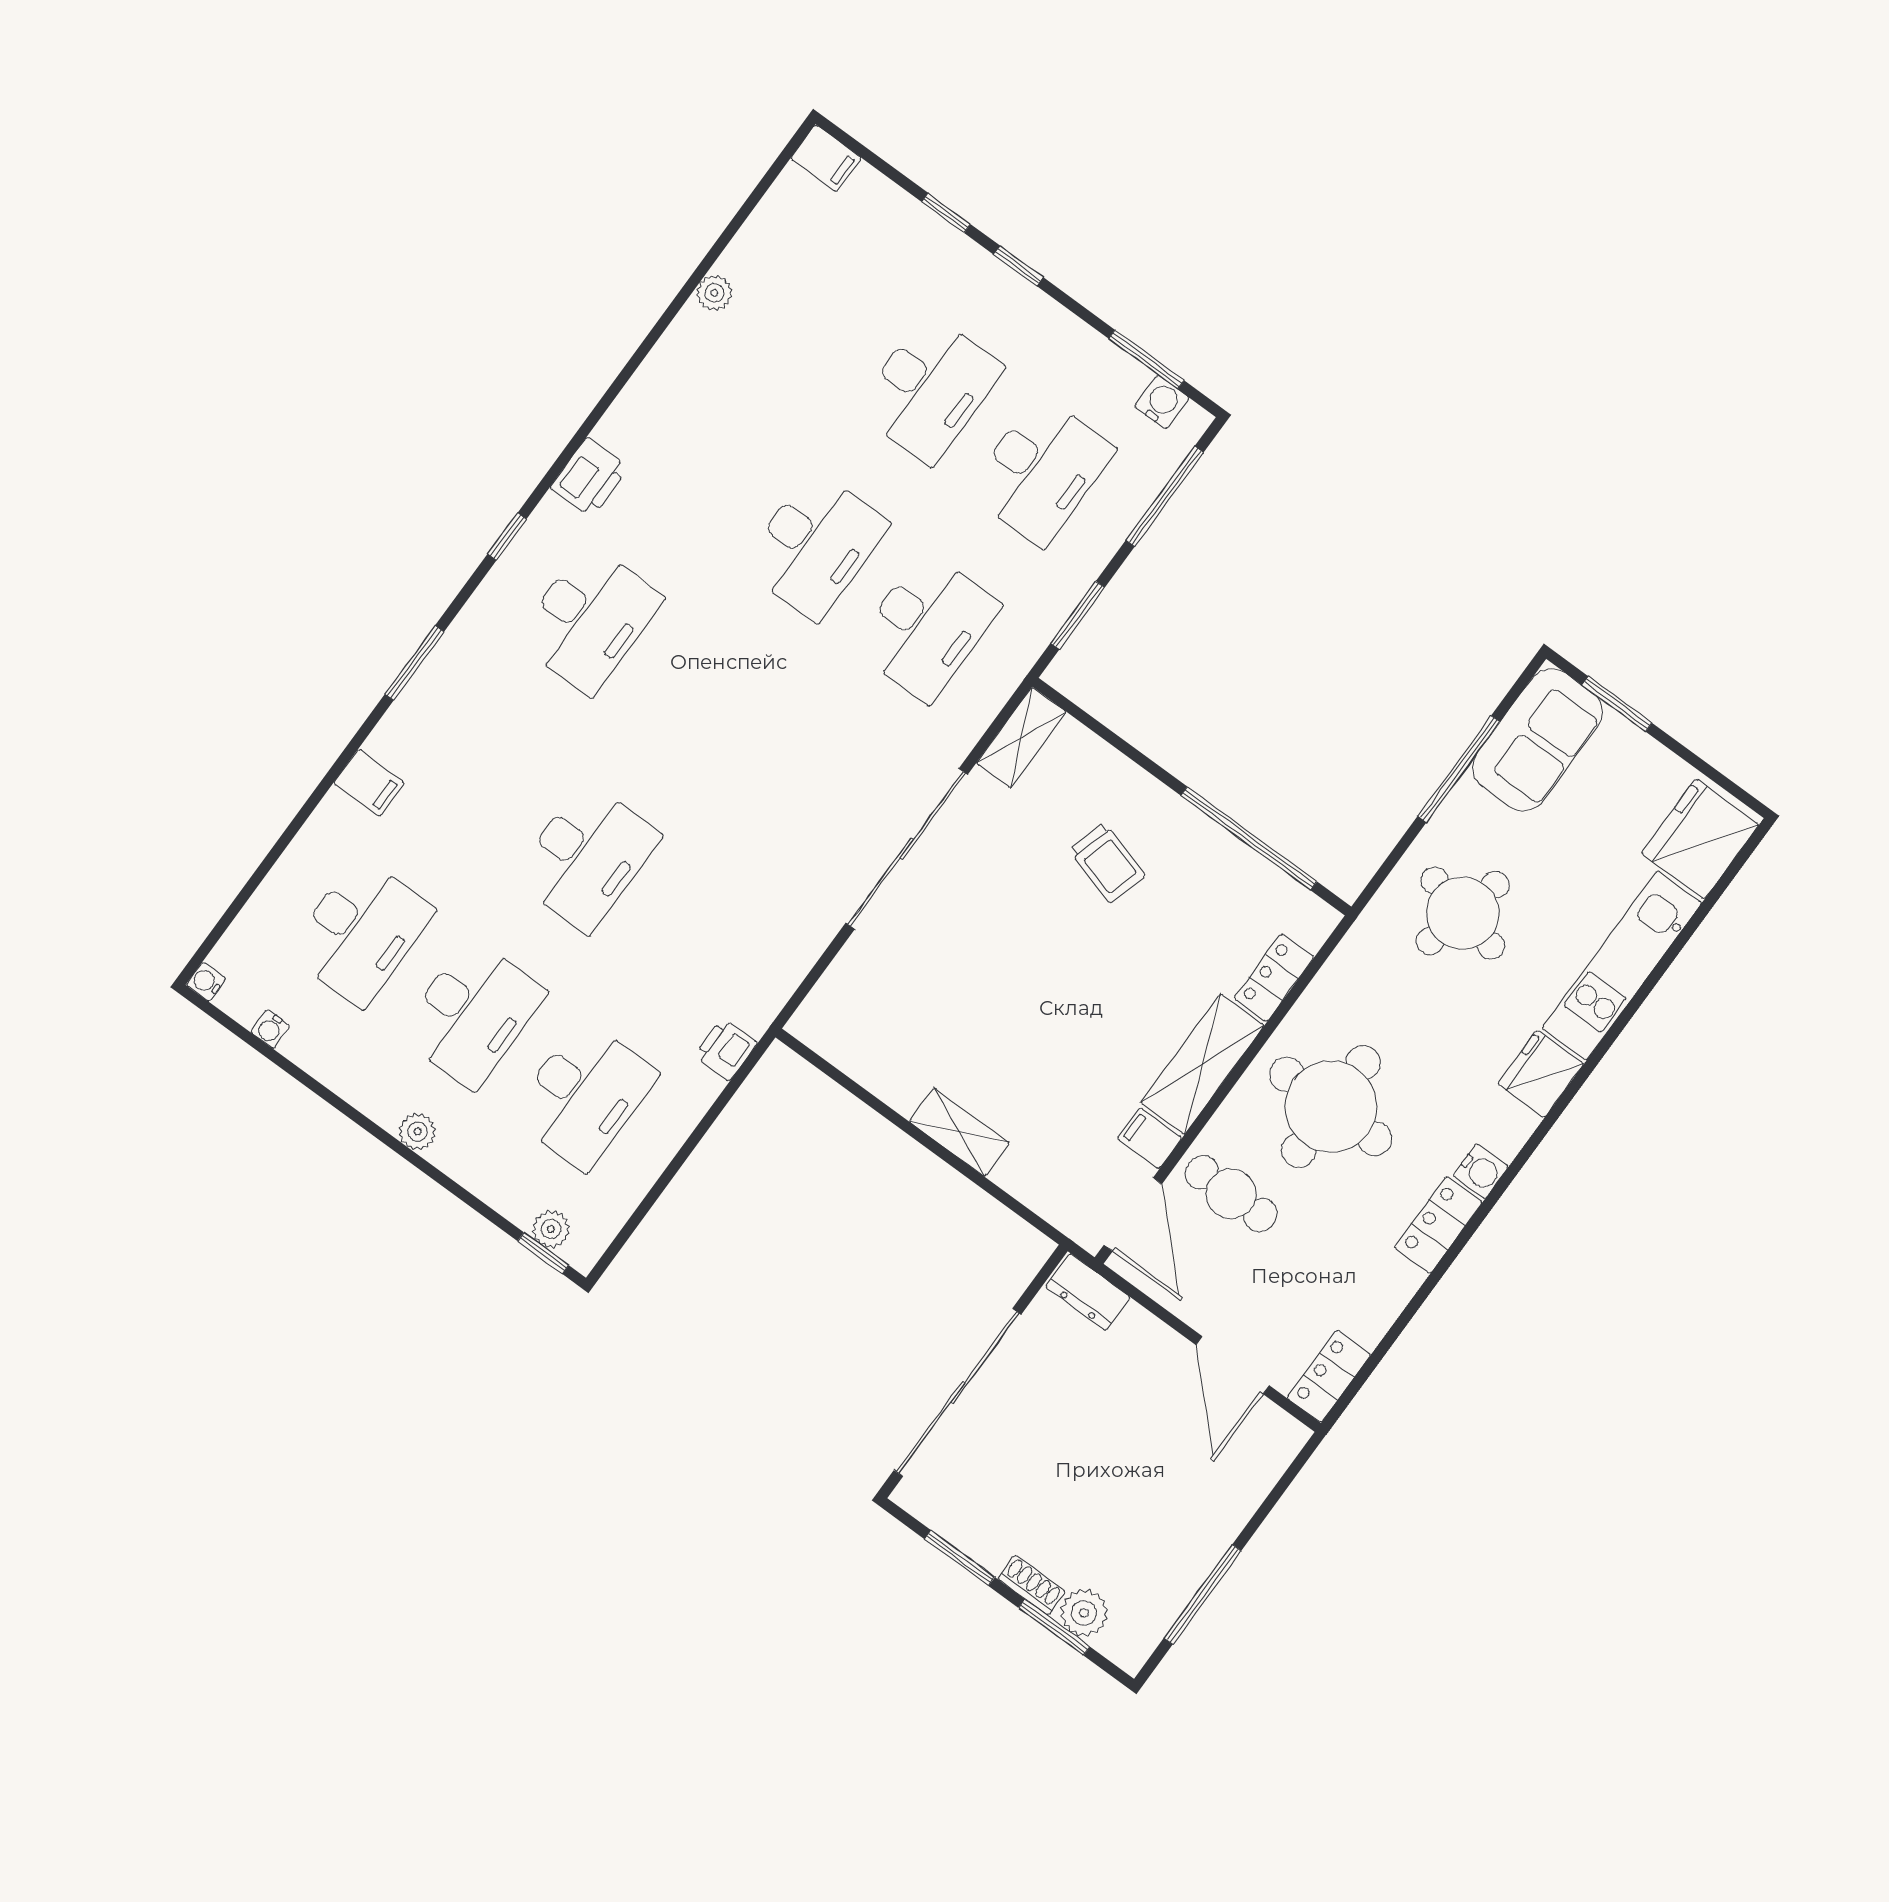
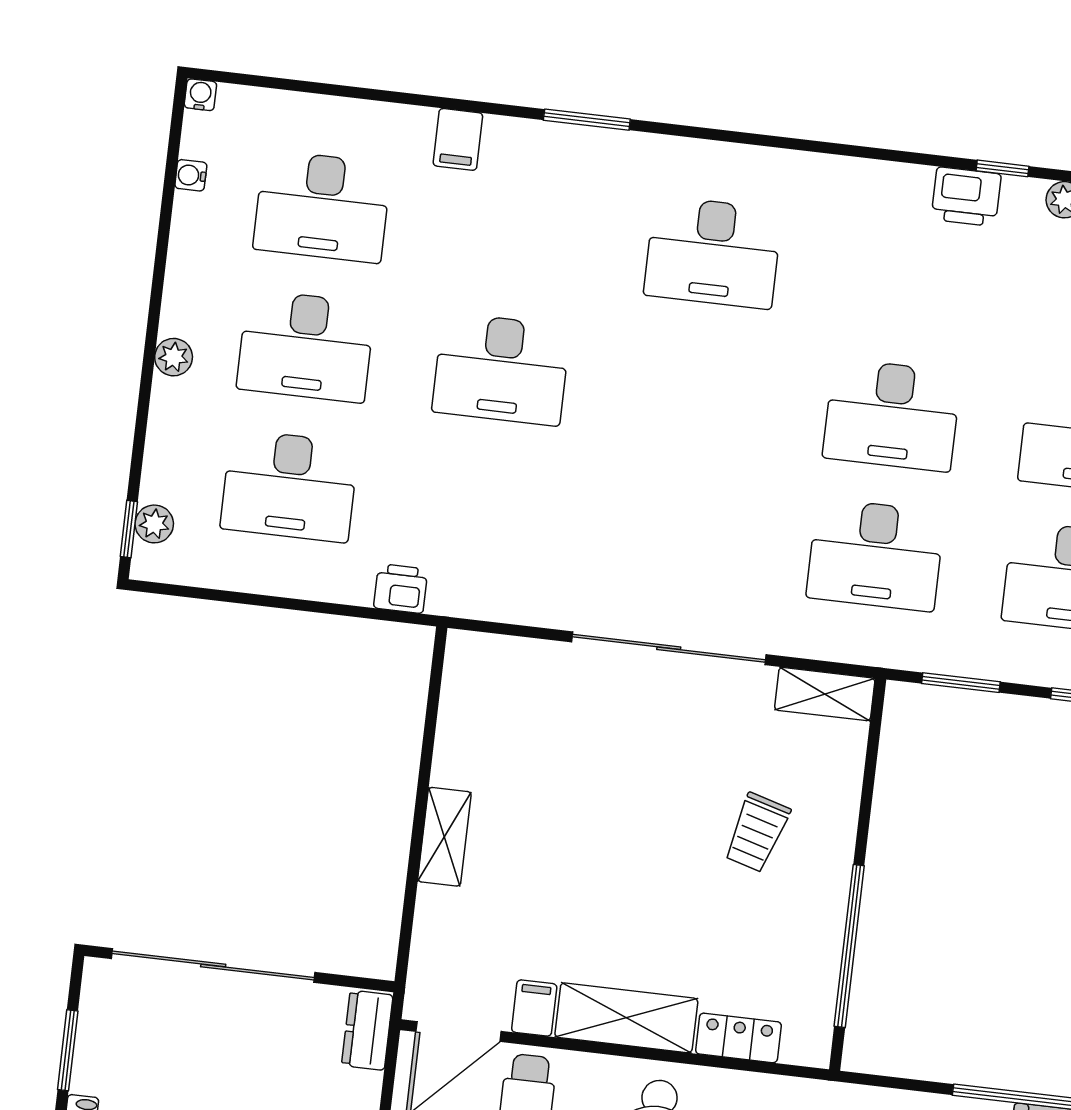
printer: (589, 478) -> (966, 197), moved
window: (507, 537) -> (1002, 168), moved

